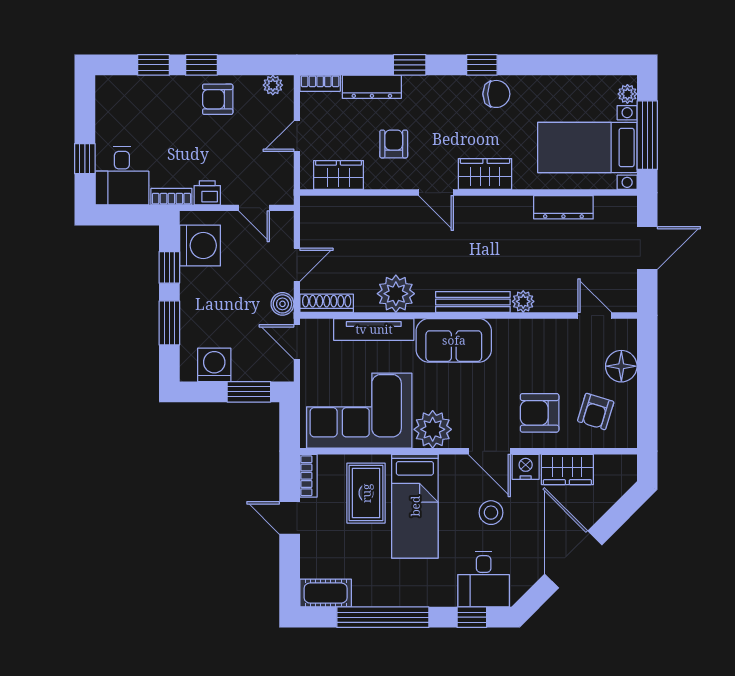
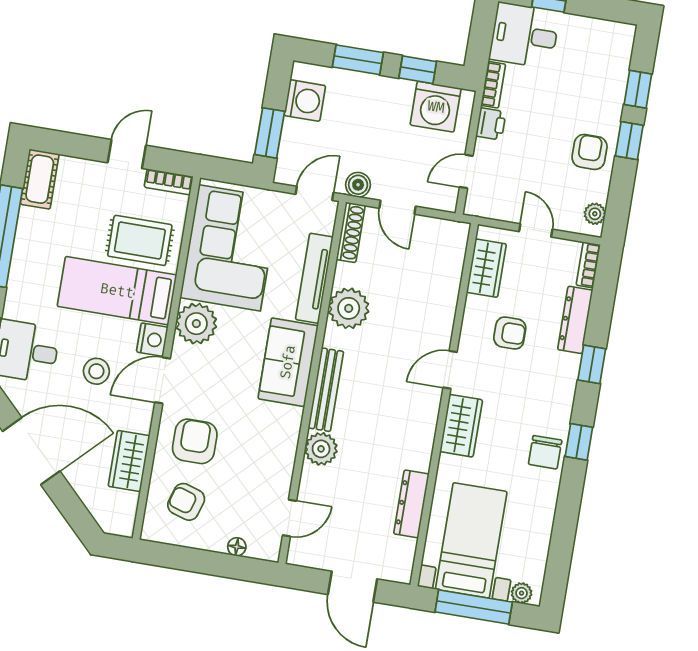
plant: (523, 301) -> (321, 449), width x1.38, depth x1.38
floor lamp: (621, 366) -> (237, 547), width x0.53, depth x0.53
nightstand: (526, 467) -> (152, 340), moved

